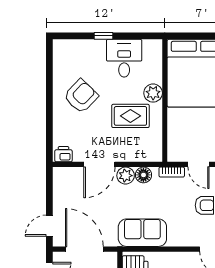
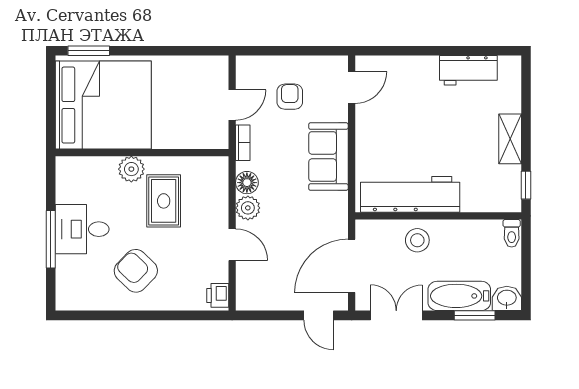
window: (103, 36) -> (51, 239), width x2.17
desk: (124, 58) -> (82, 229), moved
door: (99, 164) -> (232, 245), width x0.73
sofa: (142, 233) -> (328, 157), moved

